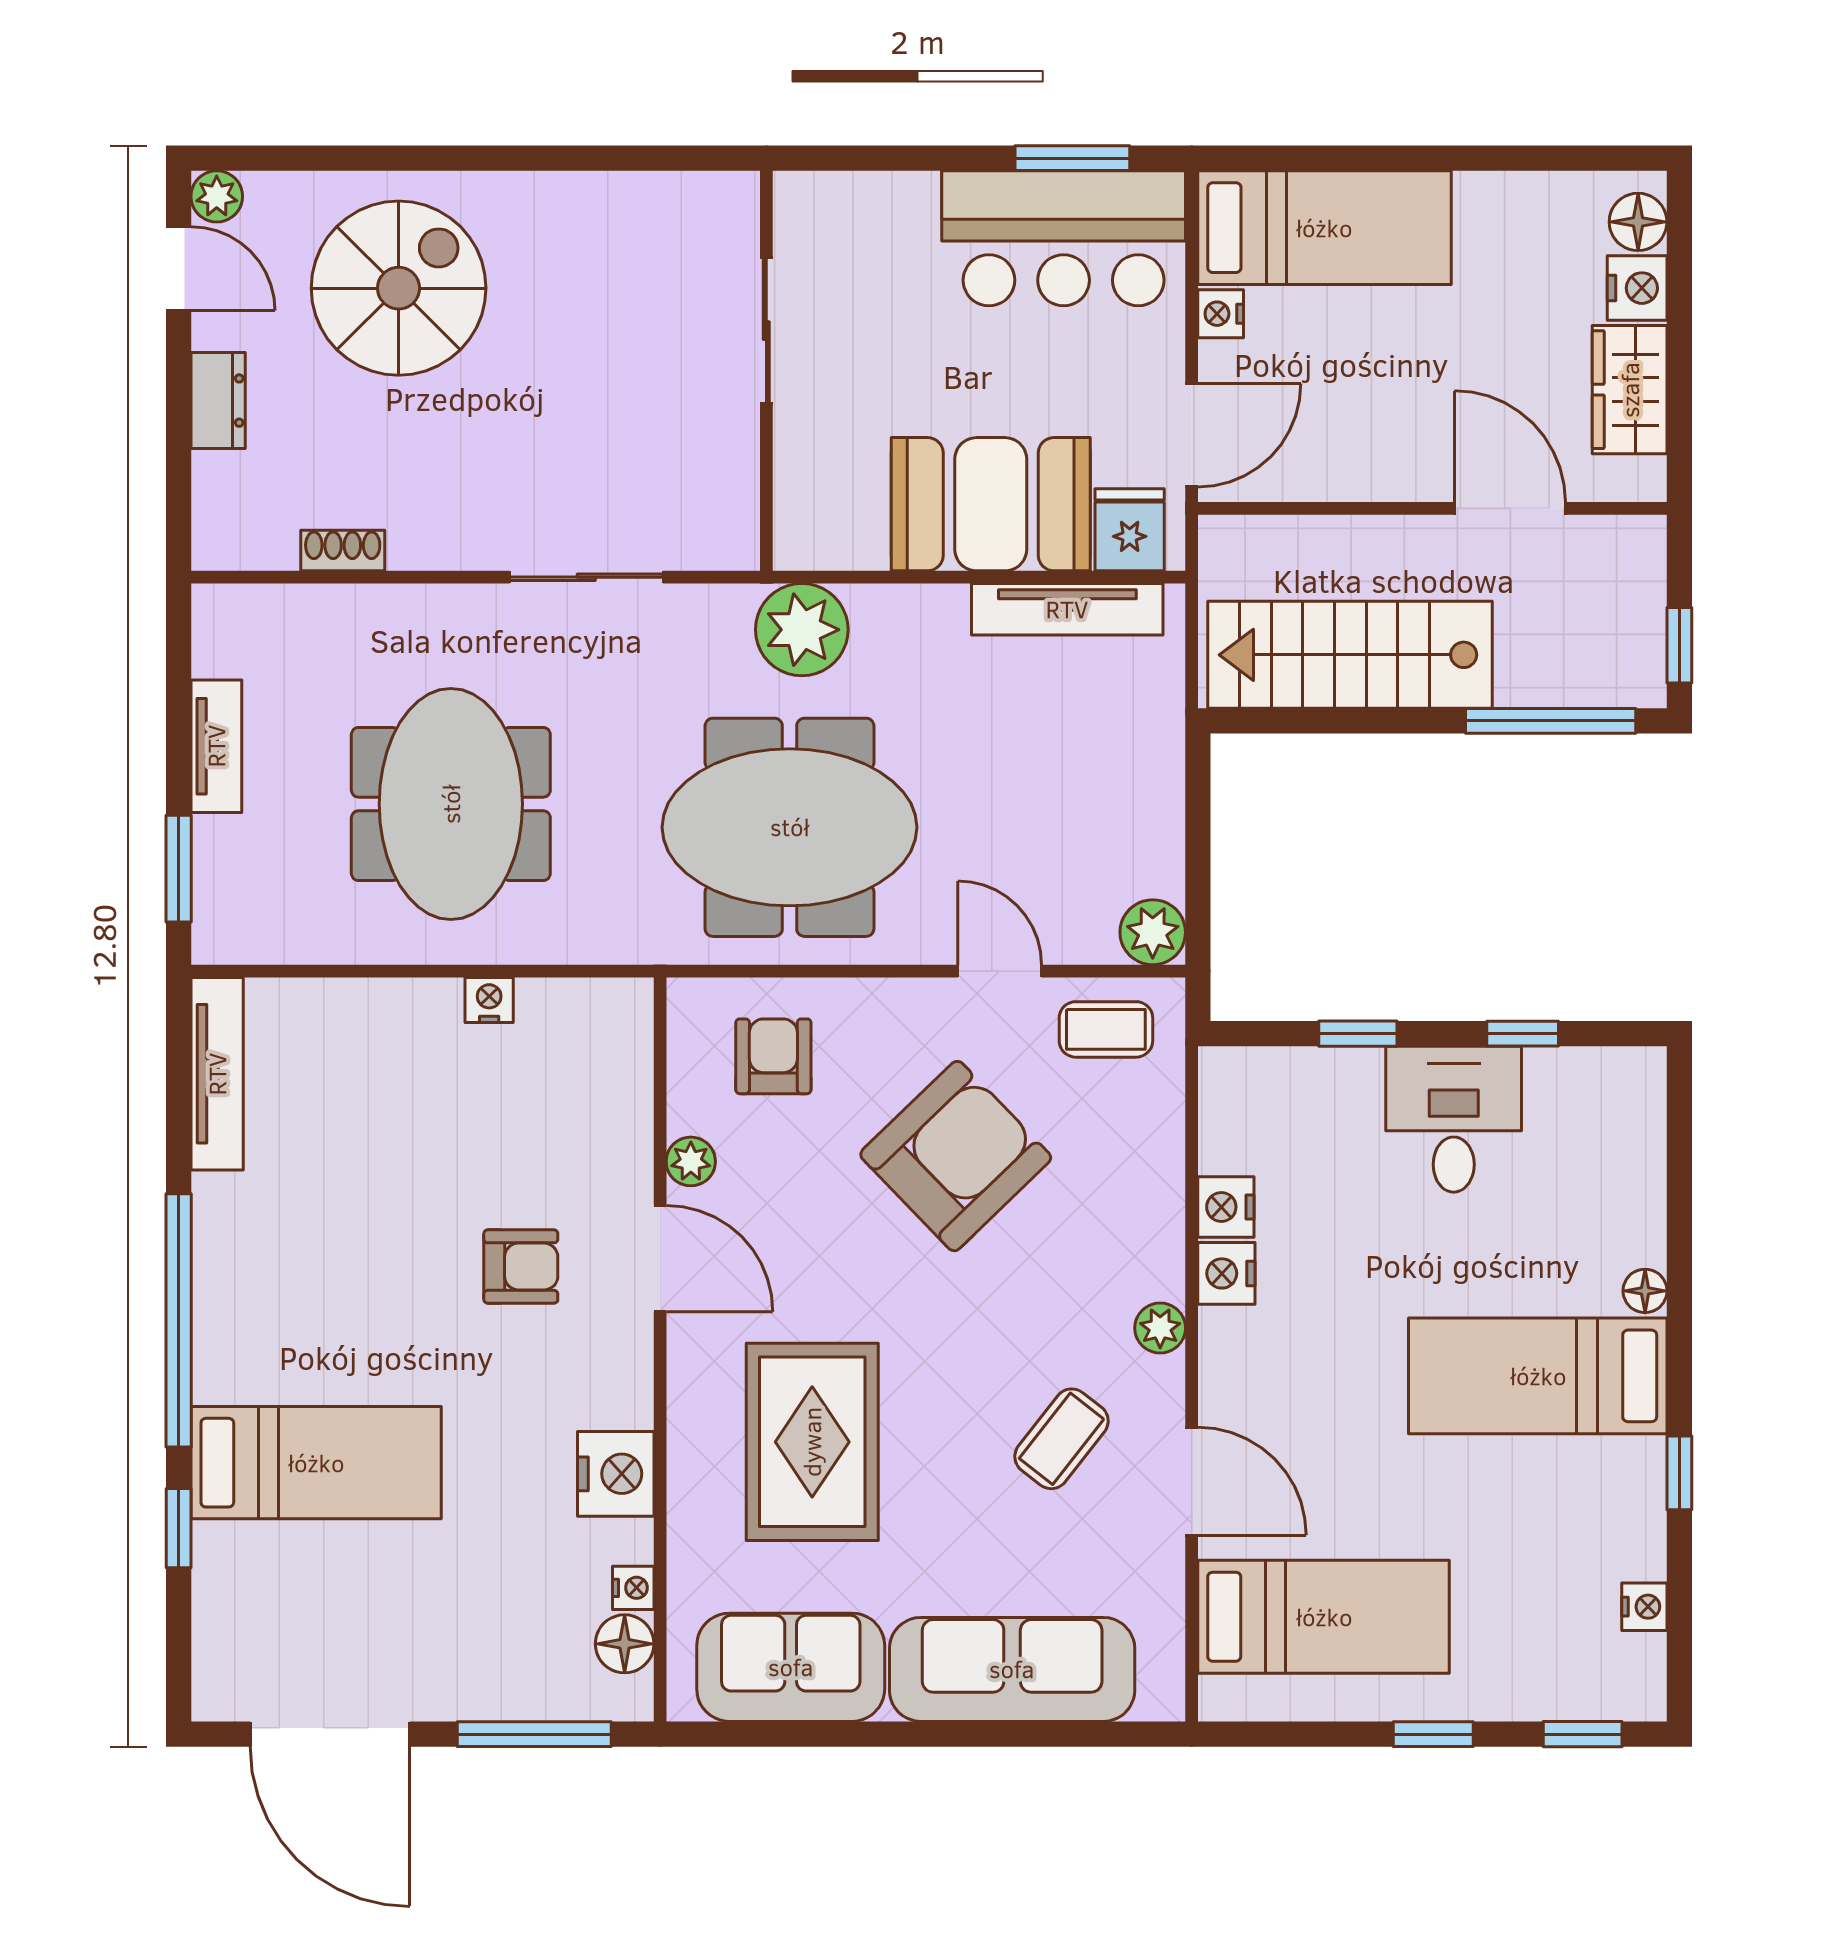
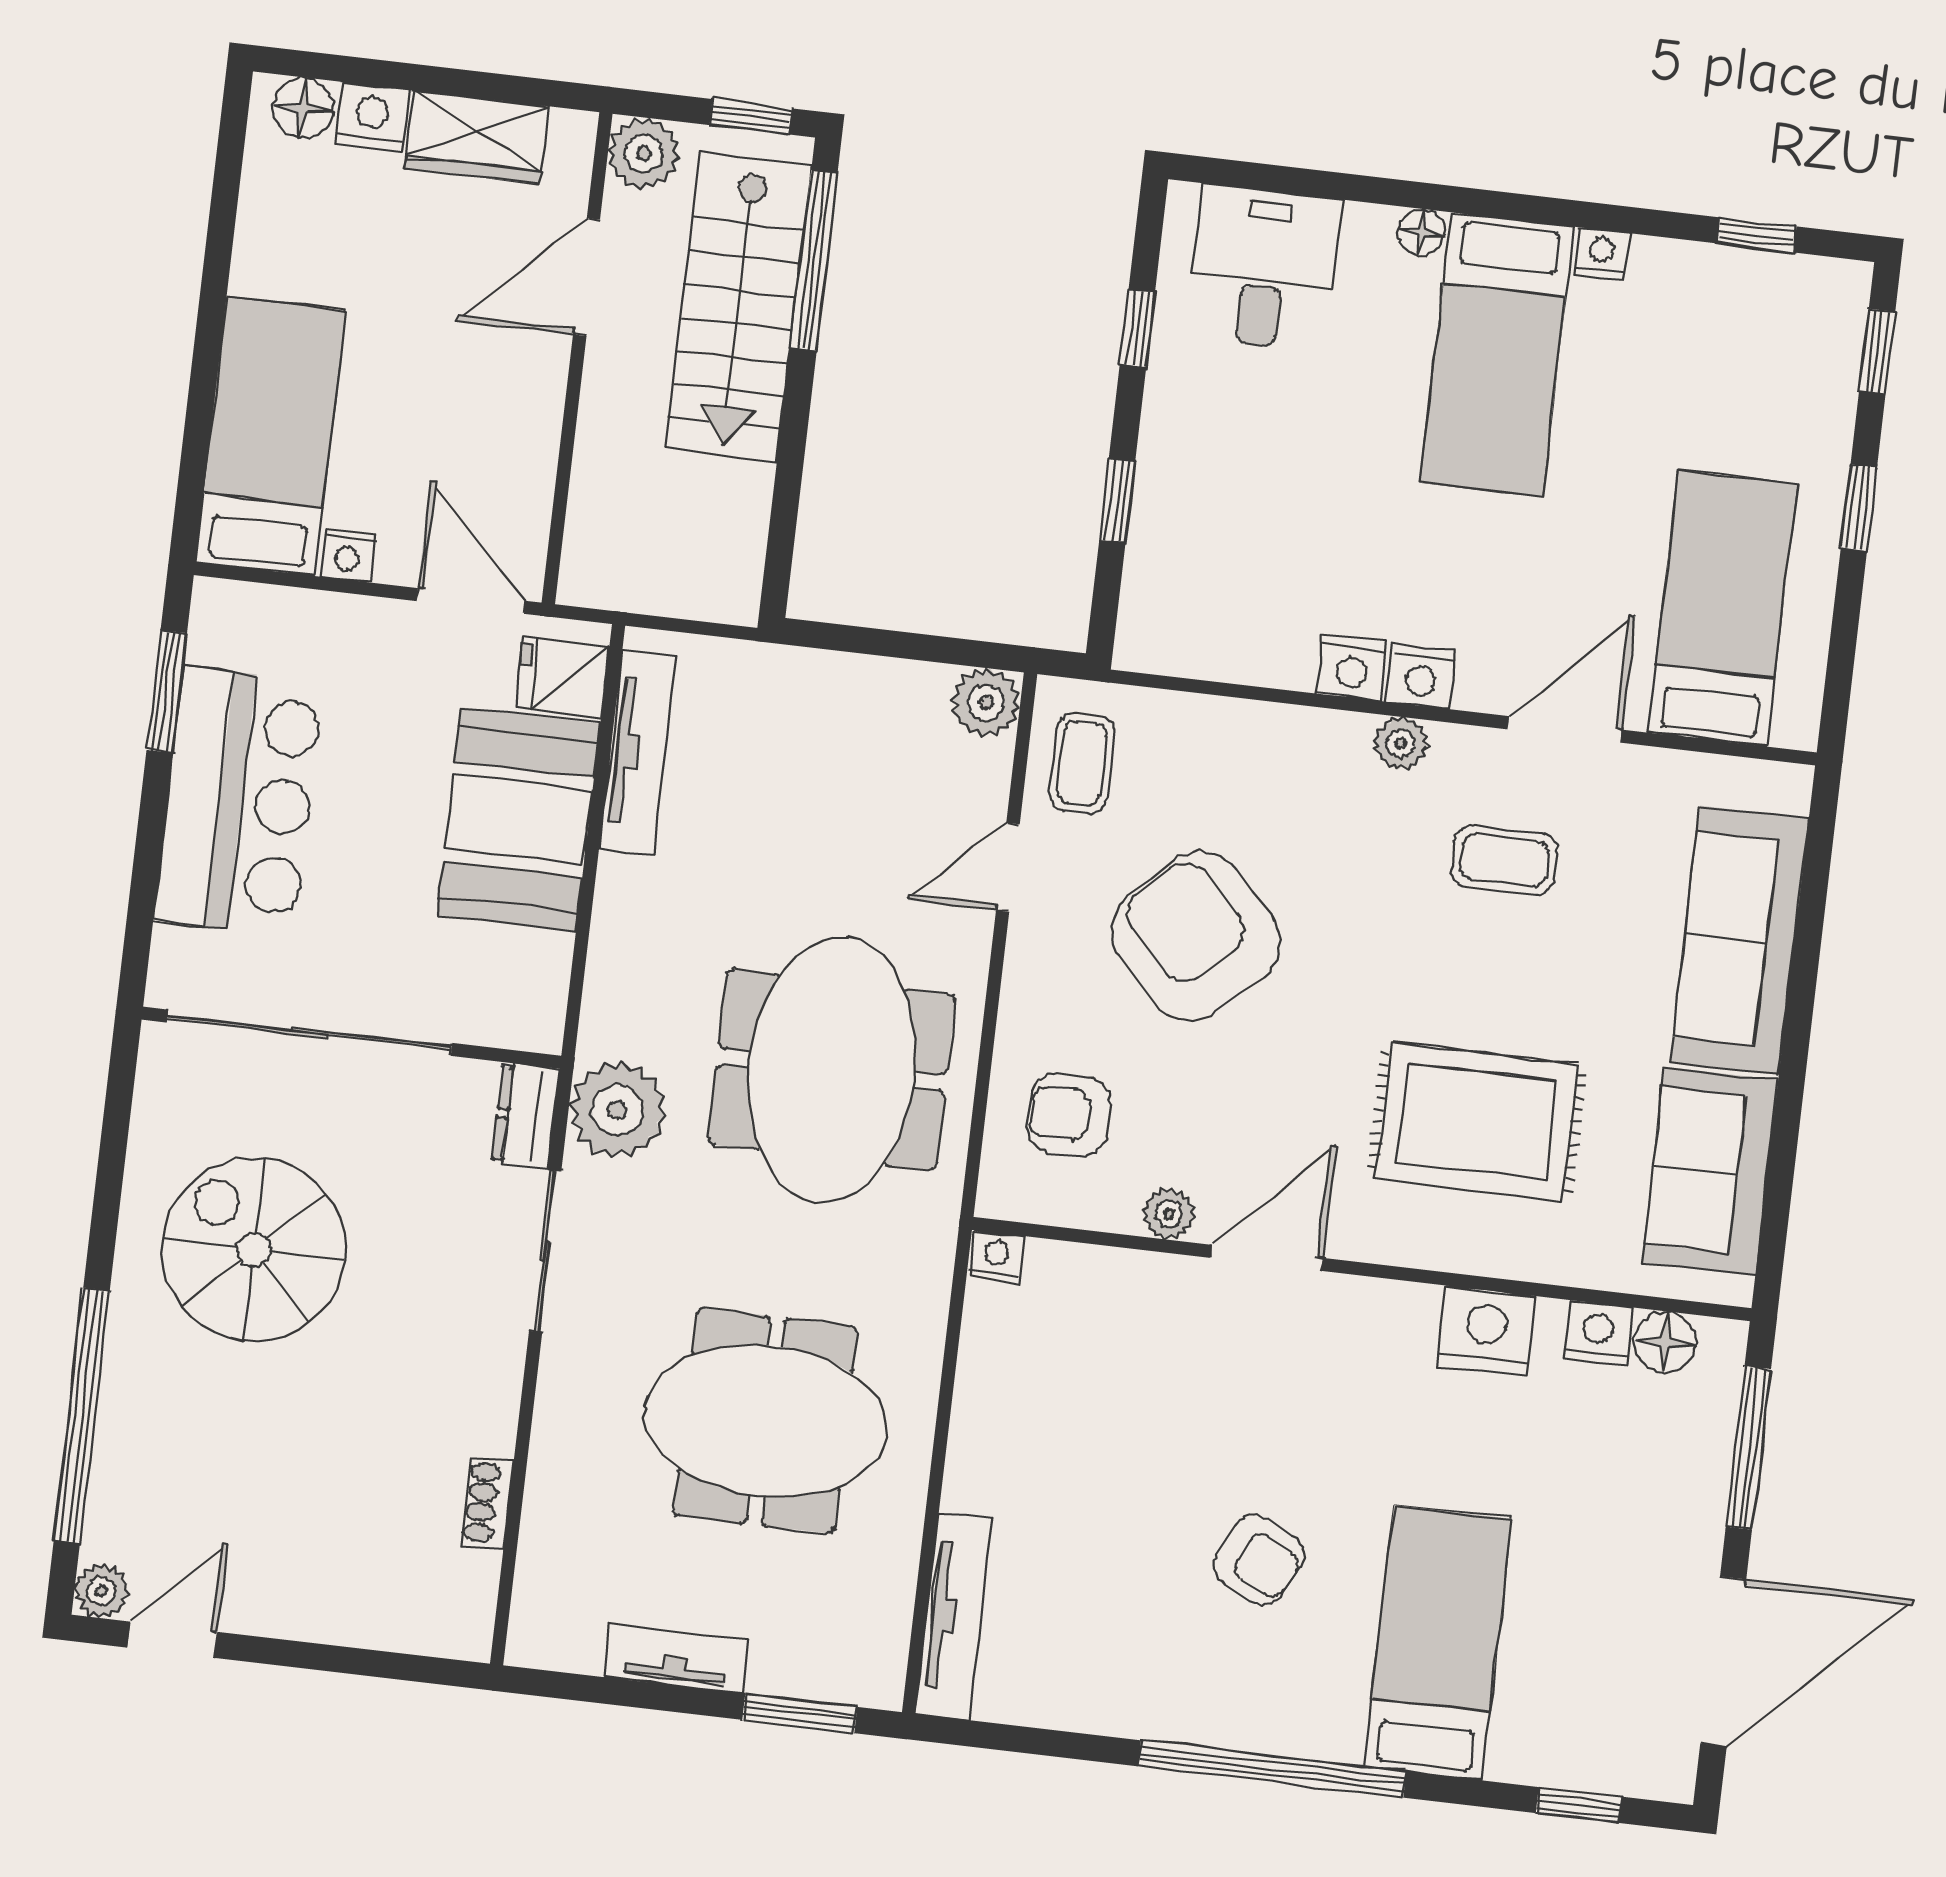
window: (380, 158) -> (82, 1415), added
bar counter: (1064, 238) -> (239, 801), moved
spiral stairs: (399, 288) -> (254, 1250), moved
sliding door: (766, 331) -> (309, 1033), width x1.86
dresser: (218, 401) -> (526, 1116), moved, turned -90
plant: (1633, 548) -> (644, 153), added
plant: (802, 630) -> (617, 1110), moved
stairs: (1350, 655) -> (738, 307), moved
nightstand: (489, 1000) -> (996, 1257), moved, turned 90
tv unit: (217, 1074) -> (954, 1616), moved, turned 90
desk: (1454, 1119) -> (1264, 268), moved, turned 90
nightstand: (1226, 1207) -> (1421, 676), moved
armchair: (521, 1267) -> (1259, 1560), moved, turned 117
coffee table: (1061, 1439) -> (1504, 860), turned -38
window: (1679, 1473) -> (1757, 235), moved
window: (179, 1528) -> (1579, 1805), moved
nightstand: (633, 1588) -> (1598, 1333), width x1.39, depth x1.35
nightstand: (1644, 1607) -> (1601, 254), moved

